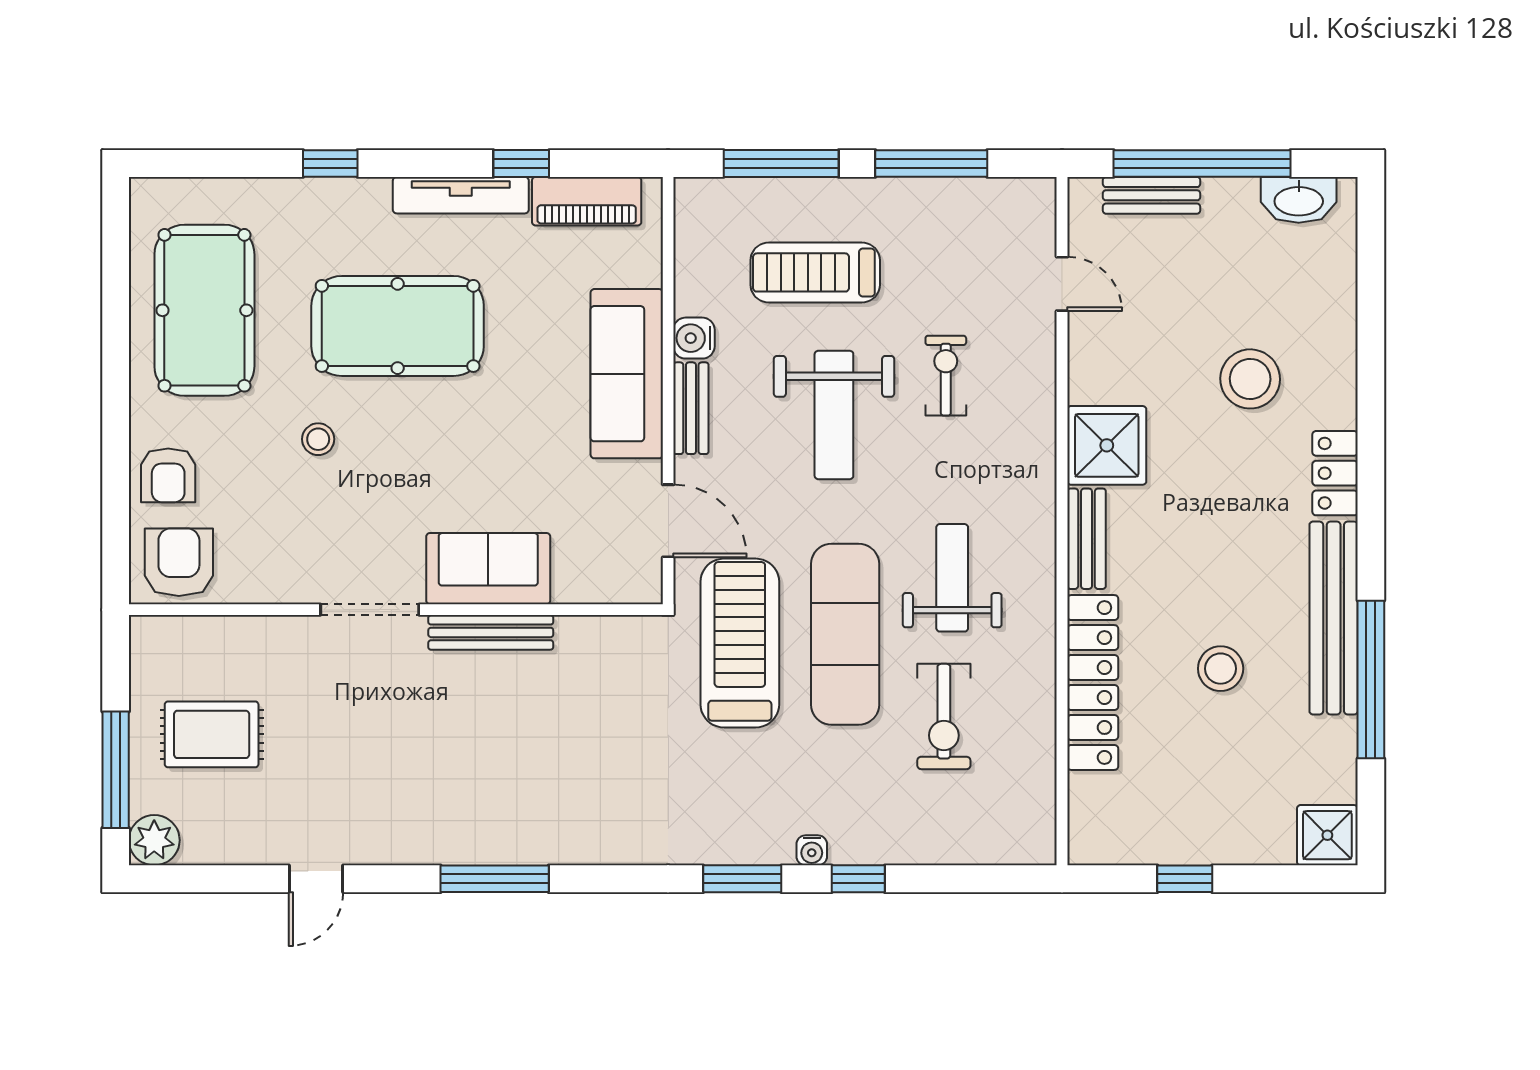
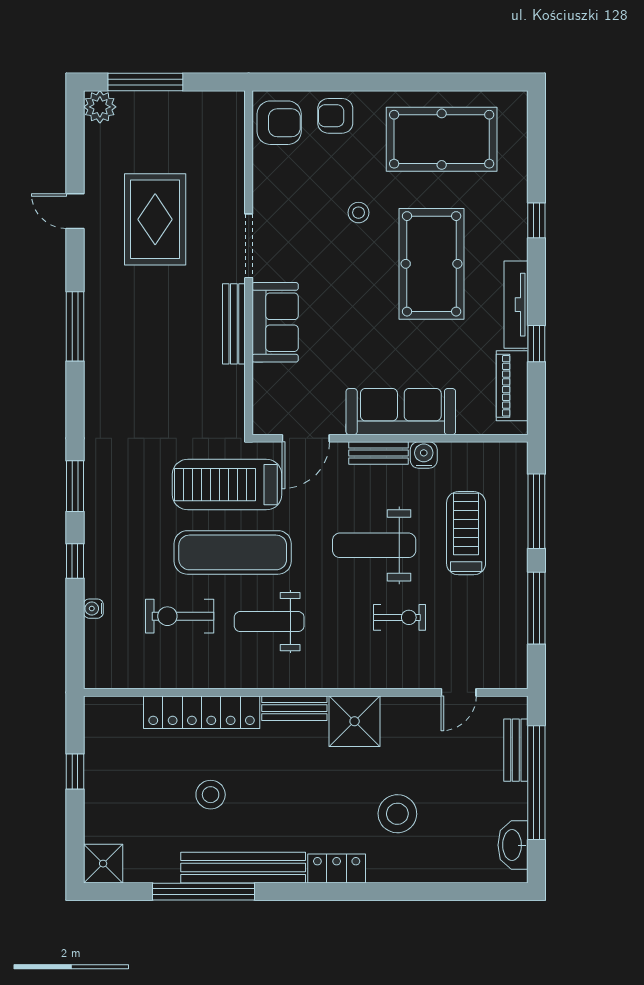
weight bench: (952, 578) -> (269, 622), turned 180
treadmill: (740, 643) -> (227, 485), turned 180
rug: (212, 734) -> (155, 219), moved, width x1.36, depth x1.43
water cooler: (812, 850) -> (93, 609), moved

